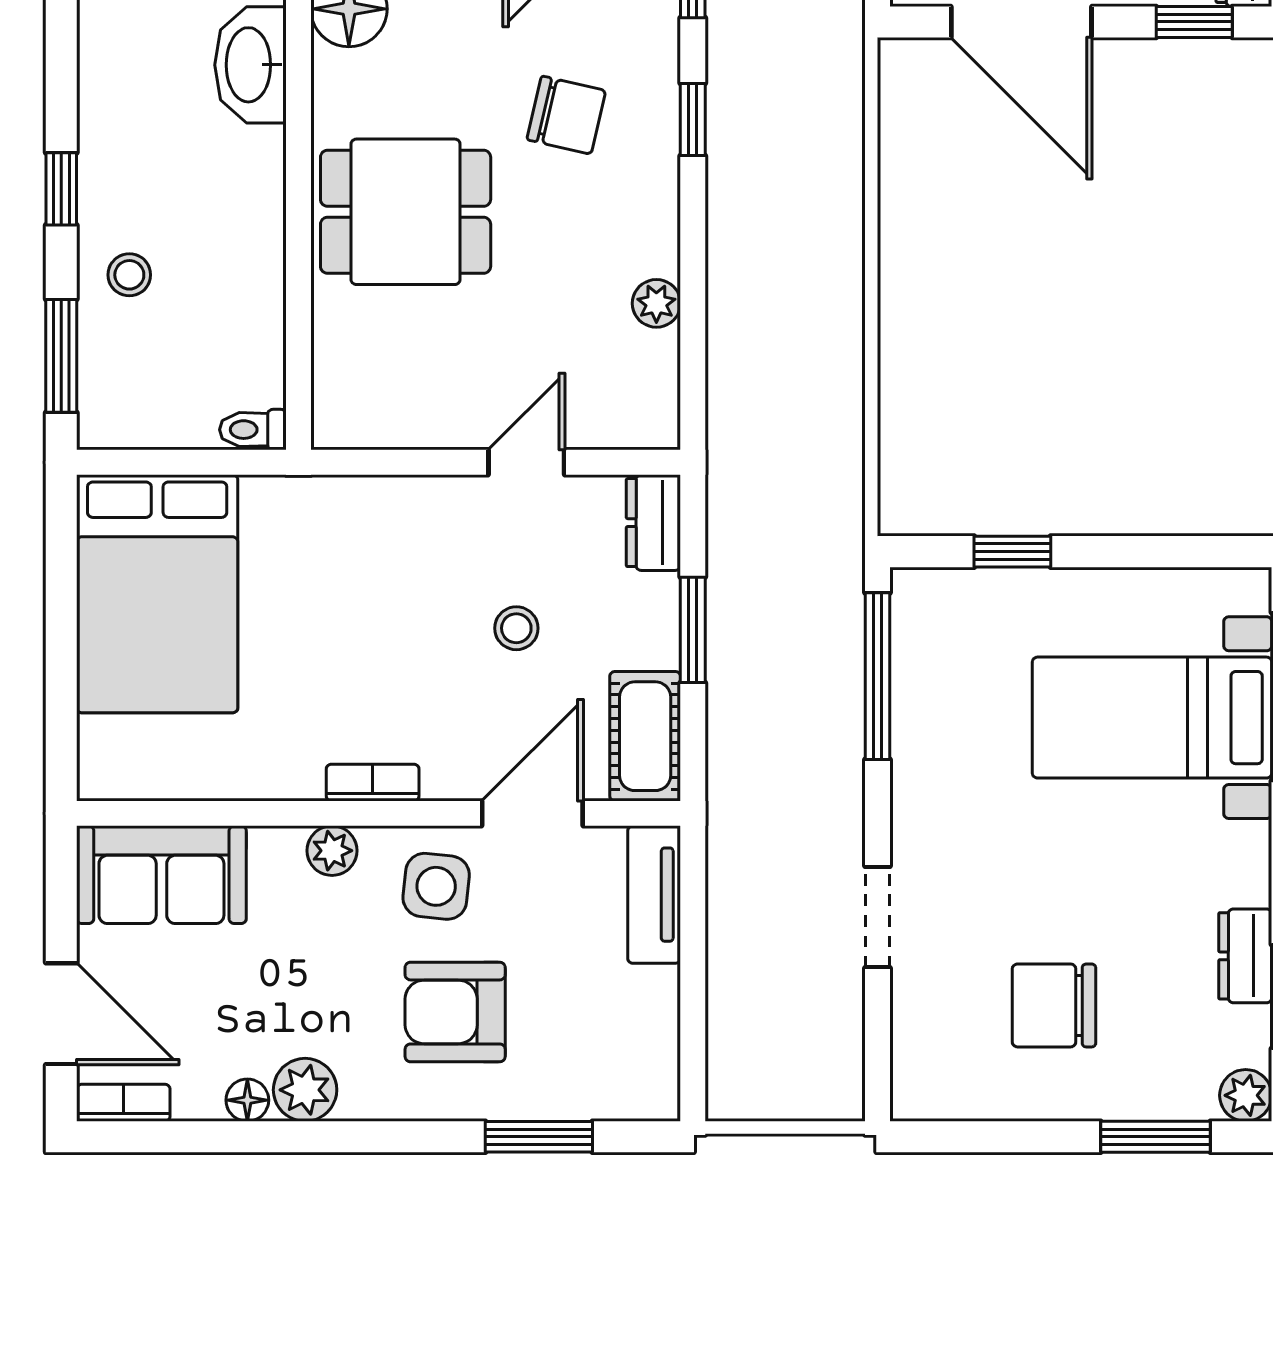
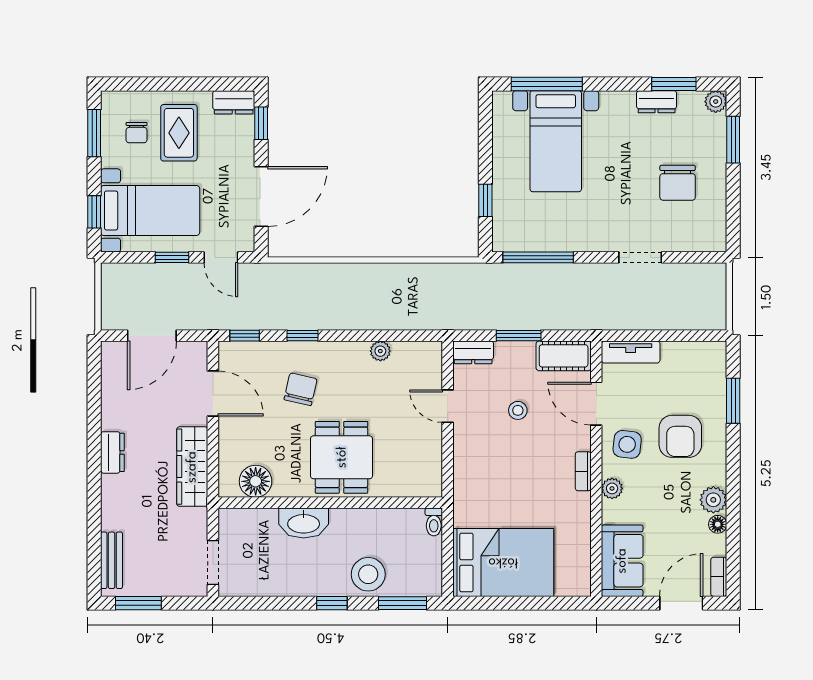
washbasin: (251, 65) -> (304, 523), moved
stool: (129, 275) -> (368, 574), width x1.89, depth x1.89

